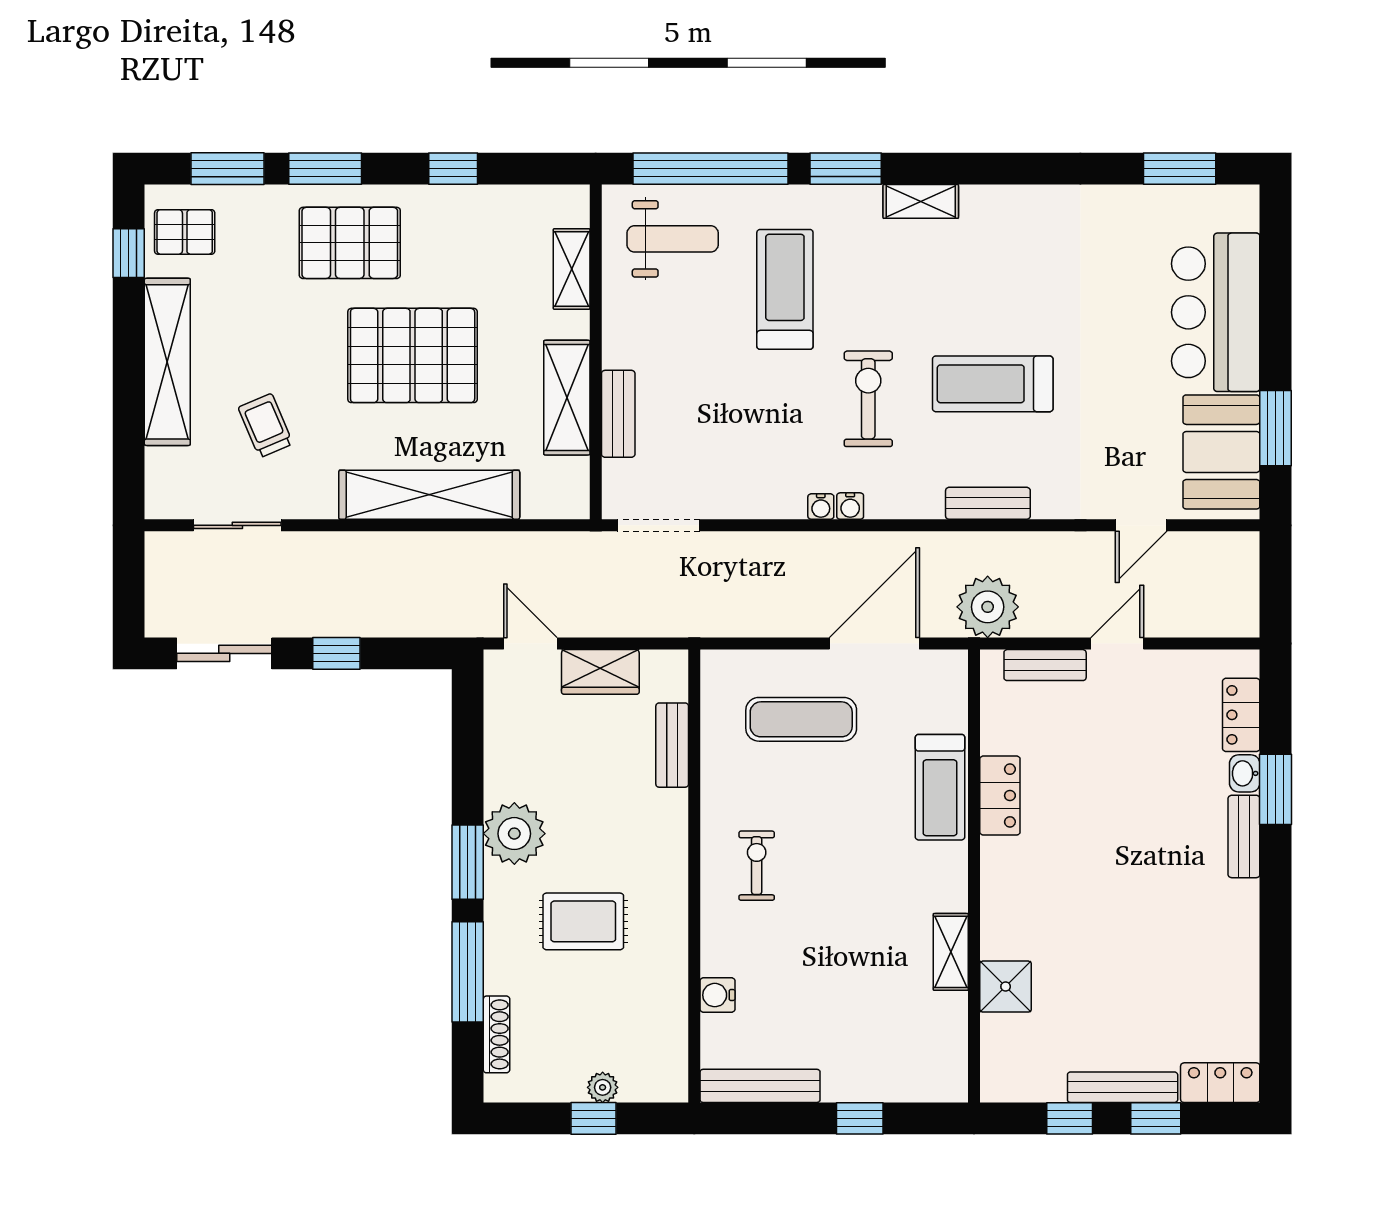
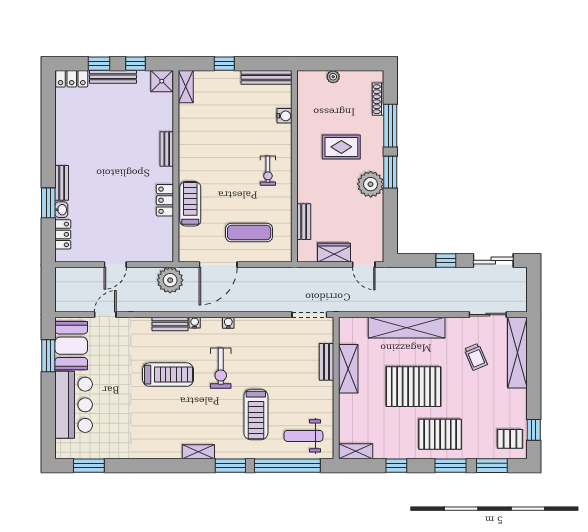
shelving: (572, 269) -> (356, 451), moved, turned 90
shelving: (167, 362) -> (517, 353), moved
water cooler: (821, 507) -> (195, 323), moved
bench: (1045, 665) -> (167, 149), moved, turned 90
shelving: (951, 952) -> (186, 87), moved
shower: (1006, 987) -> (162, 81), moved
window: (594, 1118) -> (337, 64), removed

